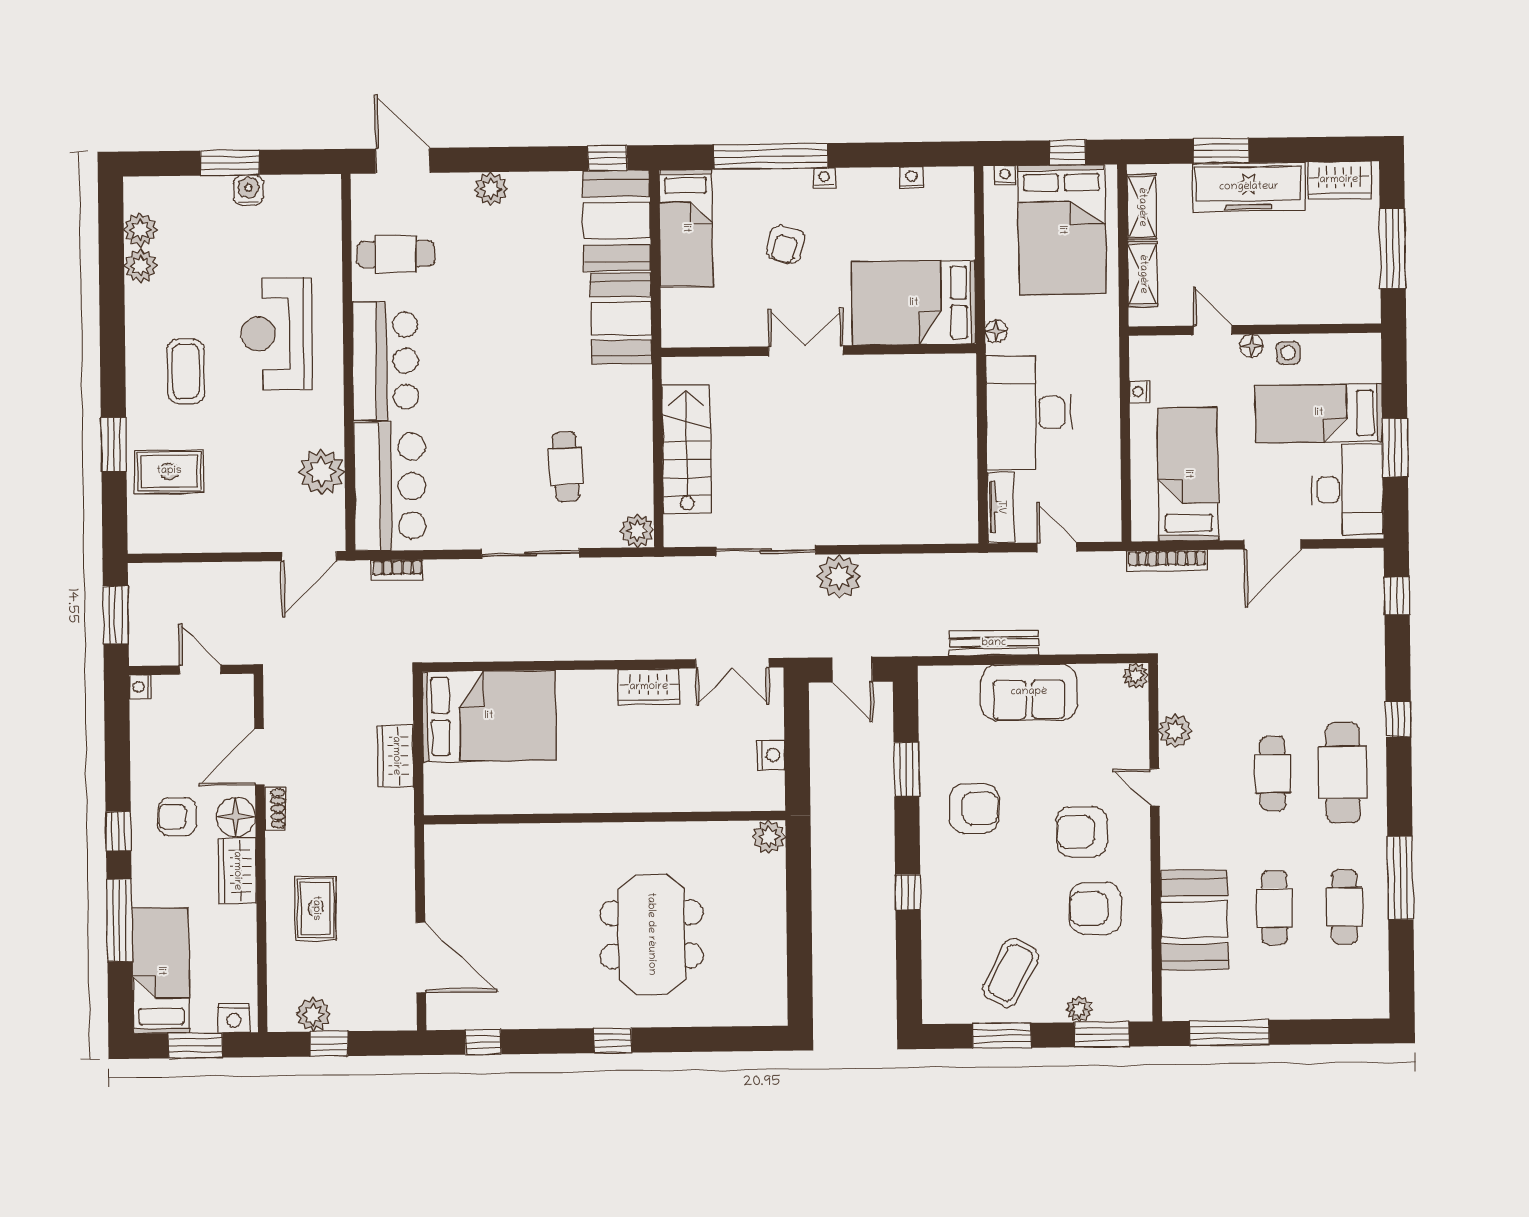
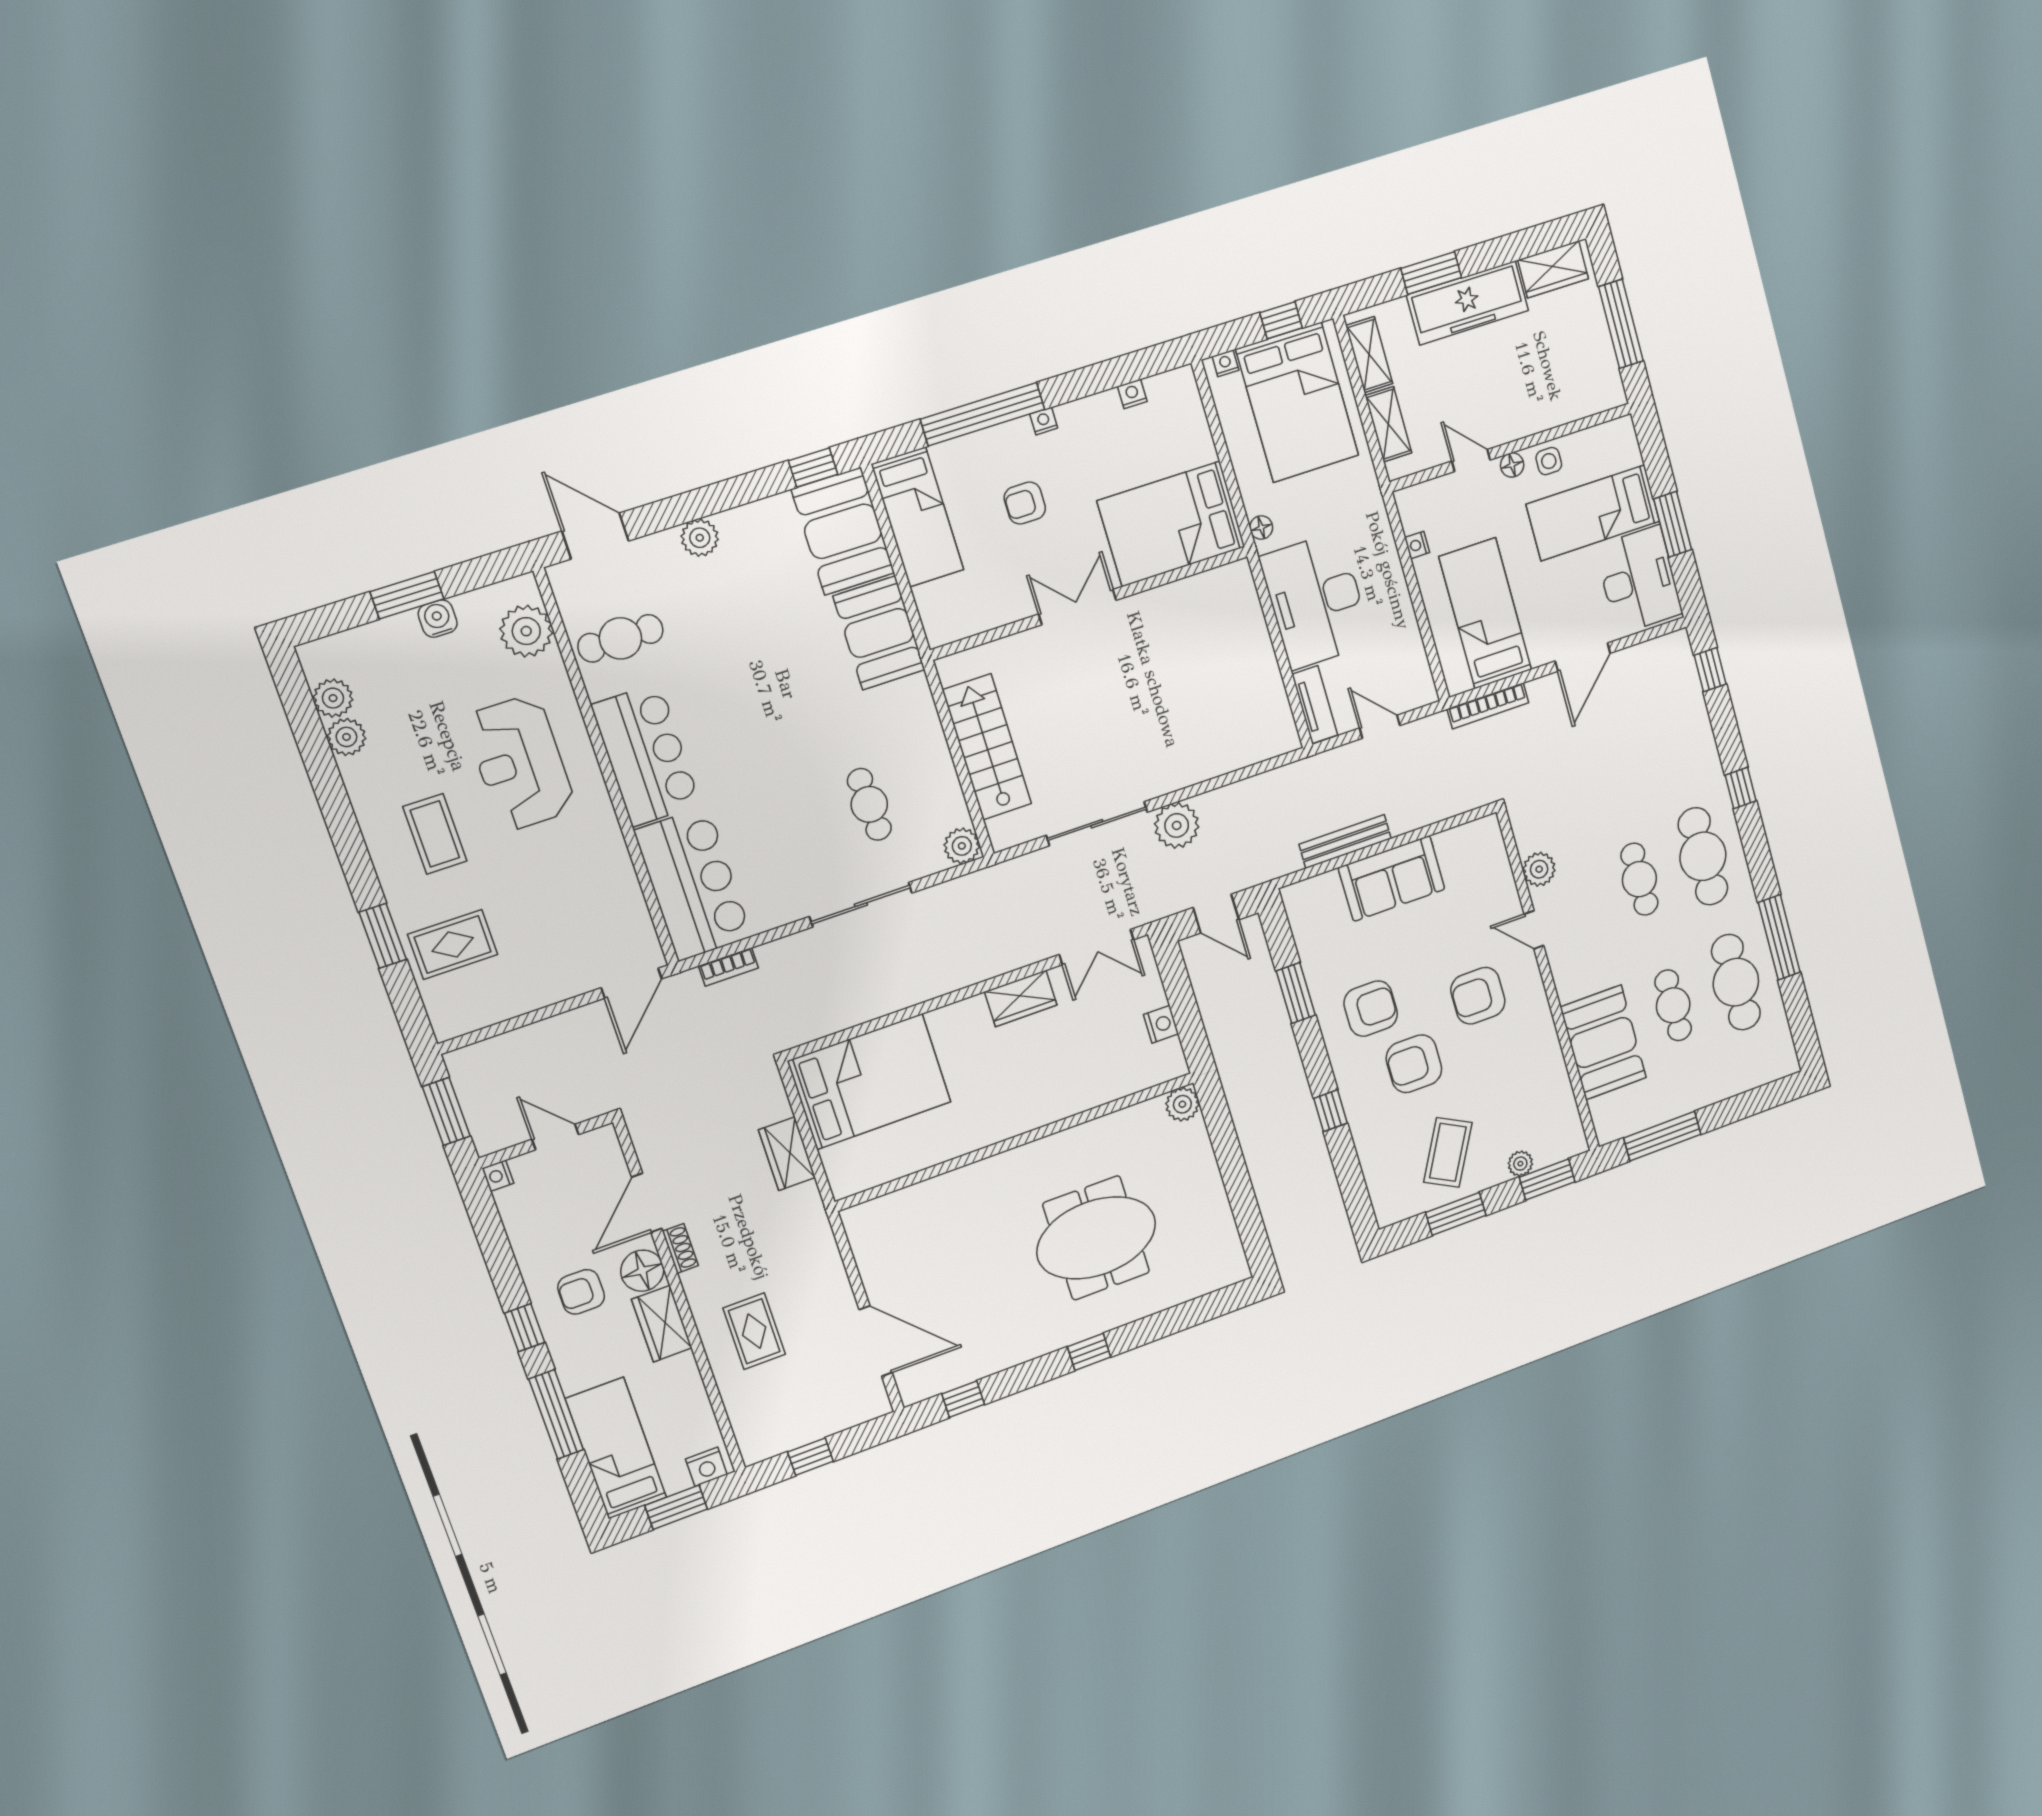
armchair: (786, 245) -> (1025, 503), turned 75
plant: (322, 472) -> (526, 631), moved
plant: (1136, 676) -> (1488, 828), removed
cafe table: (1344, 907) -> (1736, 982), width x1.37, depth x1.35
armchair: (1095, 908) -> (1414, 1064), moved
meeting table: (651, 934) -> (1096, 1238), turned 90
plant: (313, 1015) -> (786, 1435), removed

